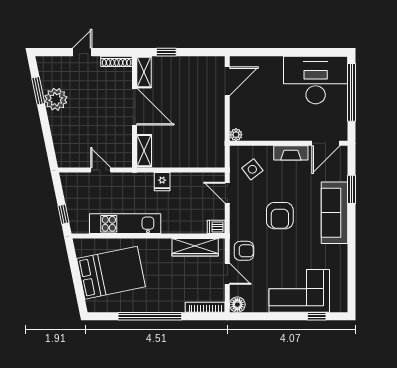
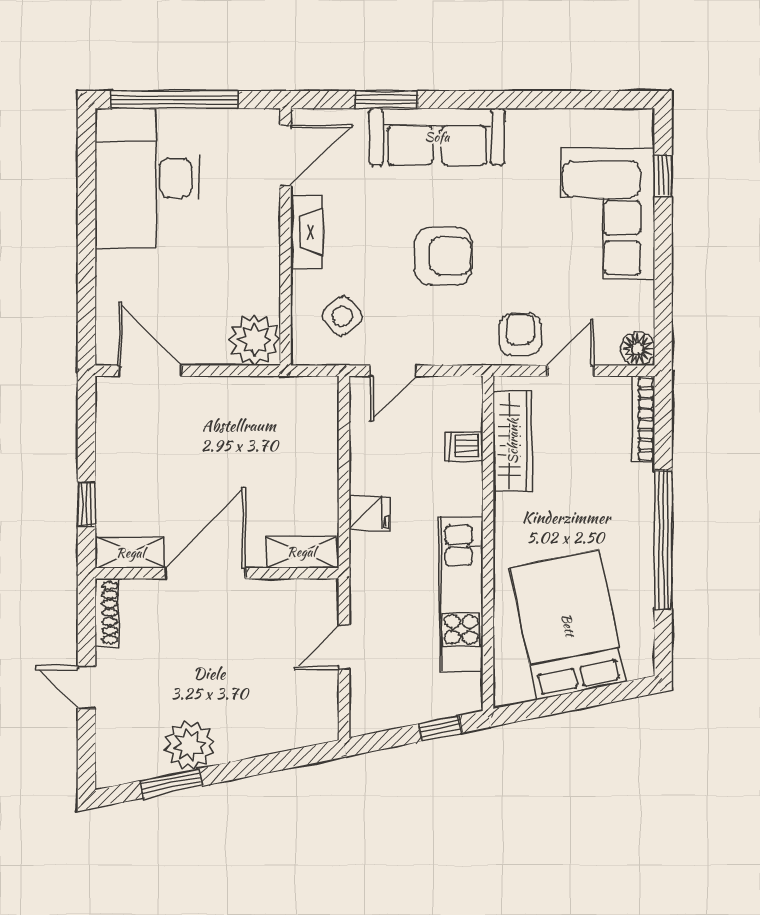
plant: (236, 135) -> (255, 340), width x1.87, depth x1.87
door: (326, 143) -> (286, 156), hinge flipped
dishwasher: (216, 227) -> (464, 446), moved, turned 90

